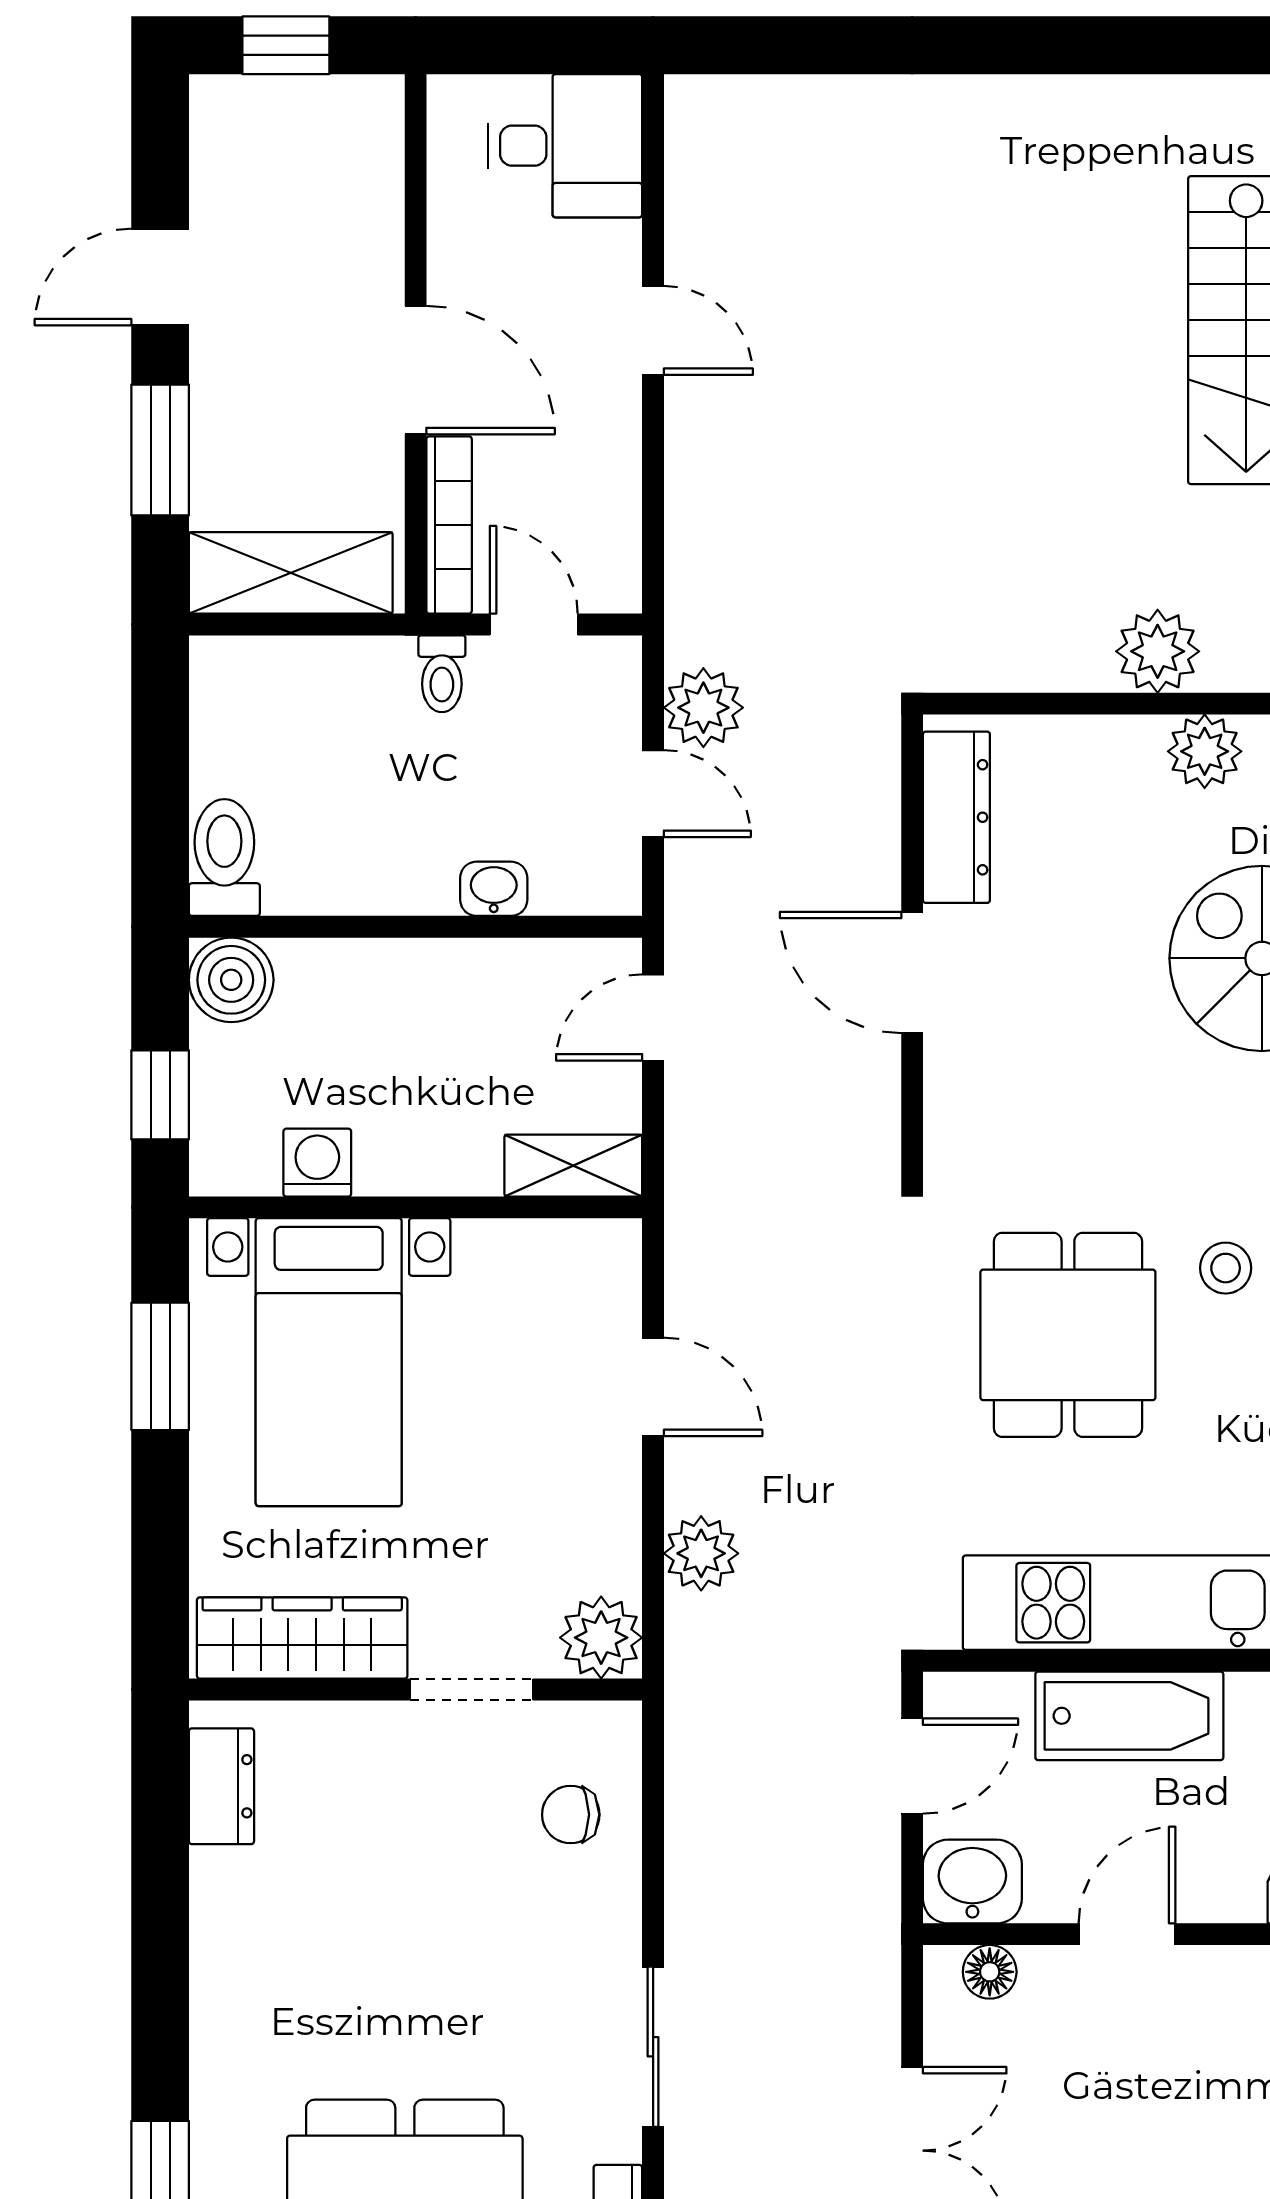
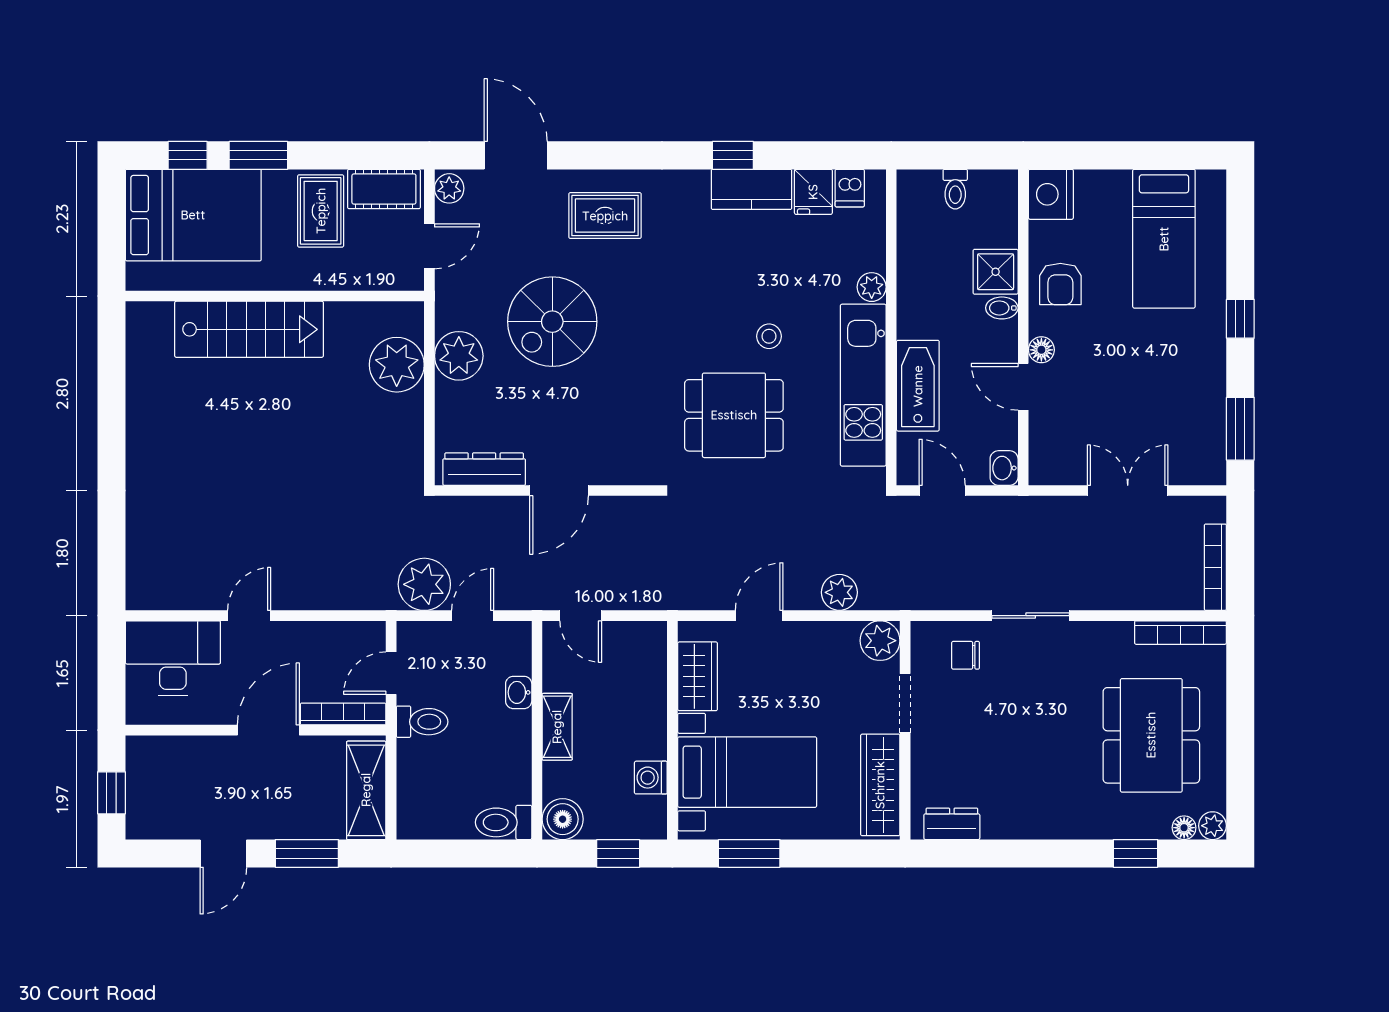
desk: (565, 146) -> (173, 658), width x1.37
door: (160, 277) -> (223, 853), hinge flipped
plant: (1158, 651) -> (397, 365), width x1.36, depth x1.36
toilet: (442, 674) -> (422, 722), width x1.37, depth x1.39
plant: (703, 708) -> (424, 584), width x1.36, depth x1.36
plant: (1205, 751) -> (459, 356), width x1.36, depth x1.36
shelving: (573, 1166) -> (557, 727), moved
wardrobe: (527, 1259) -> (698, 676), added
stool: (1226, 1268) -> (769, 336), moved
chair: (571, 1815) -> (965, 655), turned 90
washbasin: (972, 1881) -> (1004, 468), width x0.72, depth x0.69
floor lamp: (990, 1972) -> (1041, 350), moved
sliding door: (653, 2047) -> (1031, 616), moved

